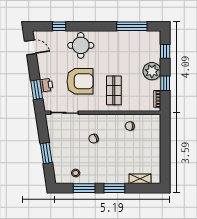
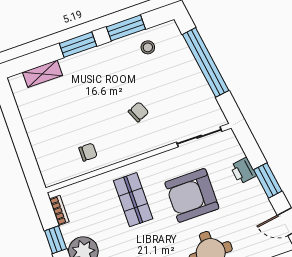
window: (37, 90) -> (268, 180), moved
window: (46, 153) -> (206, 62), width x2.11

